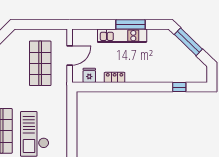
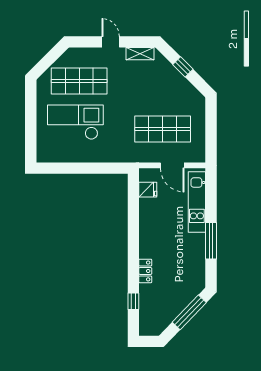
kitchen unit: (122, 36) -> (197, 202), moved
locker: (115, 77) -> (145, 271), moved

